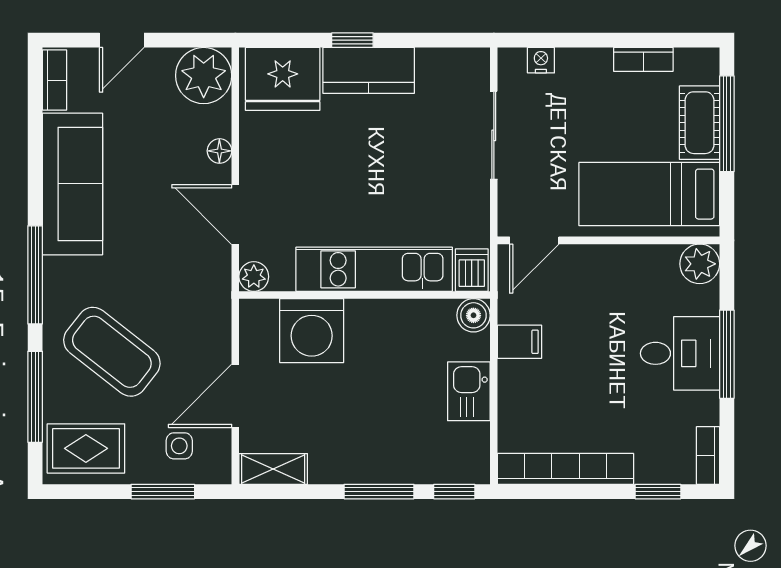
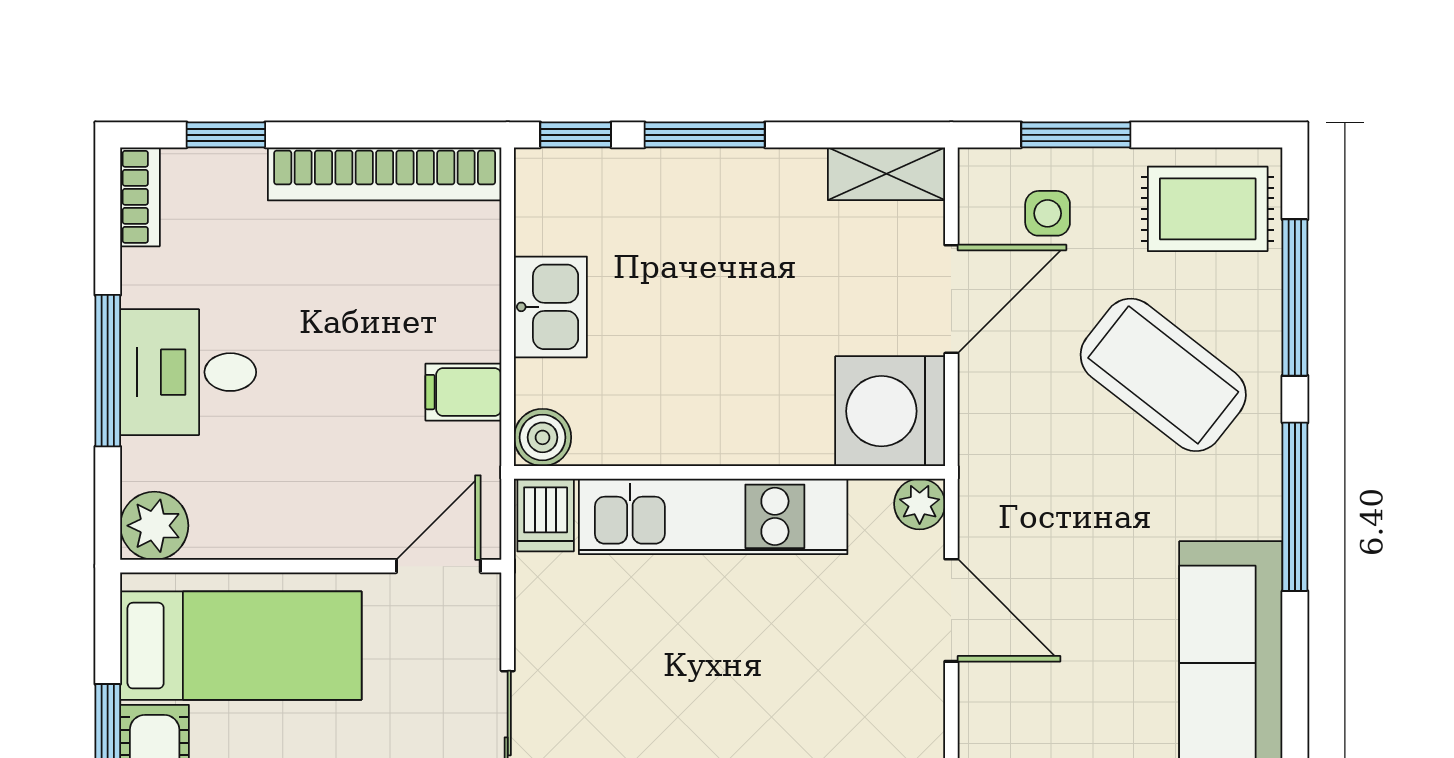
floor lamp: (219, 151) -> (979, 720), removed
washing machine: (312, 331) -> (890, 411), moved, turned -90

